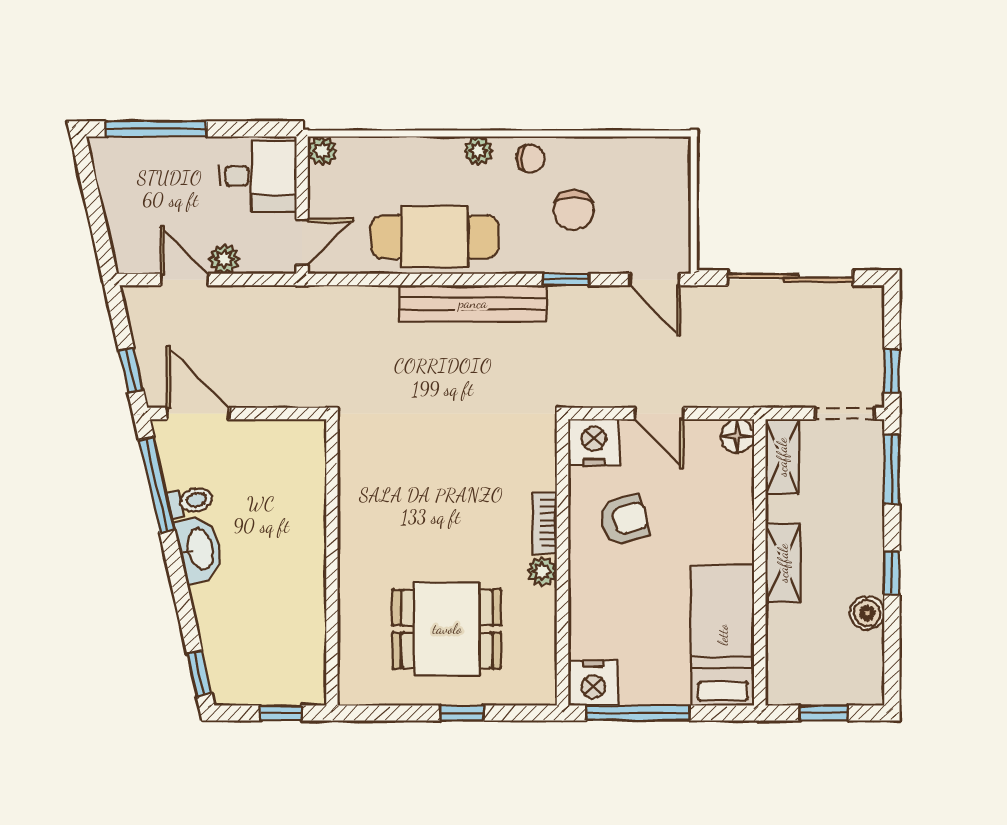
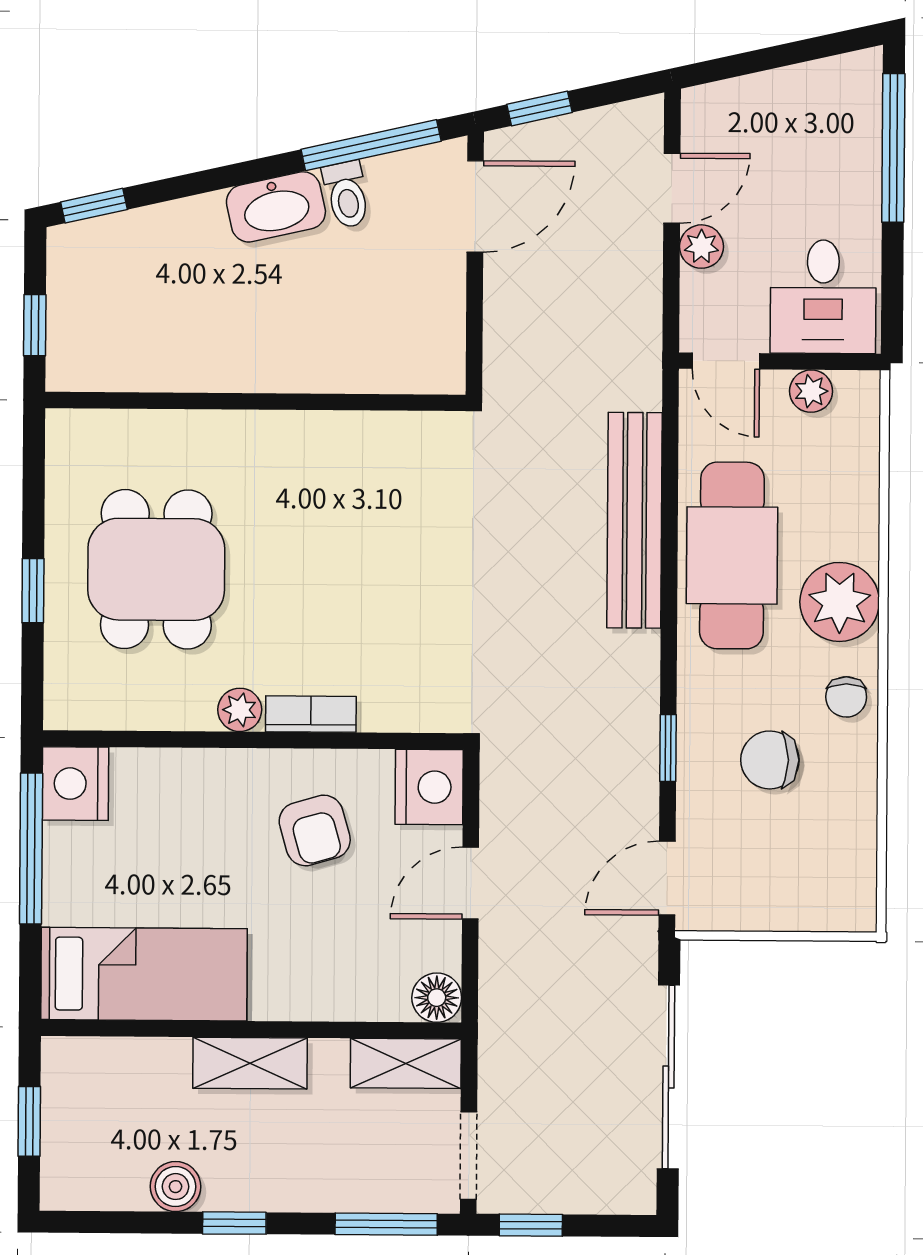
plant: (322, 151) -> (811, 391), moved
plant: (478, 151) -> (840, 602), width x1.88, depth x1.88
bench: (473, 303) -> (635, 520), moved

